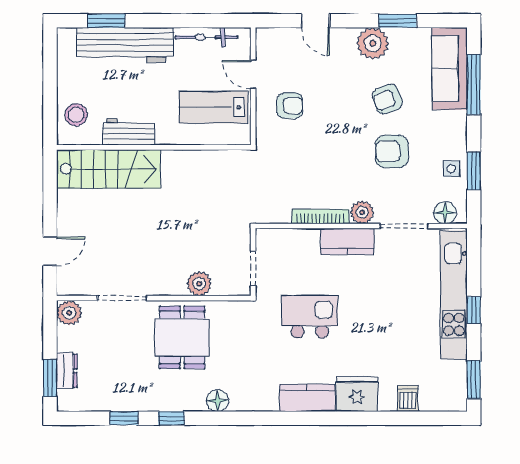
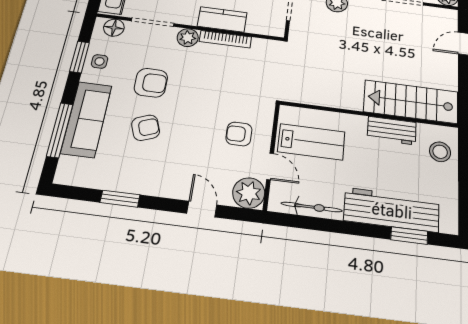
plant: (373, 43) -> (249, 193), moved
sofa: (450, 68) -> (86, 119), moved
kitchen counter: (347, 241) -> (222, 19), moved

